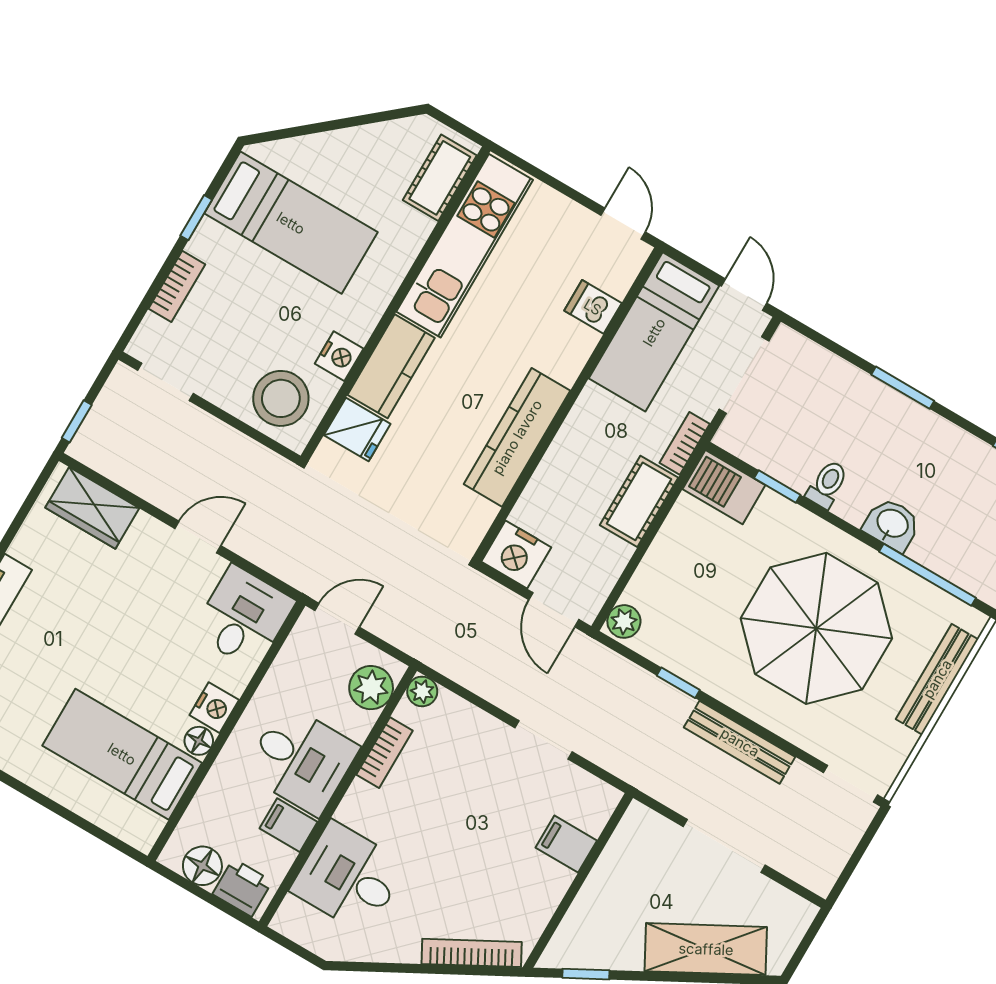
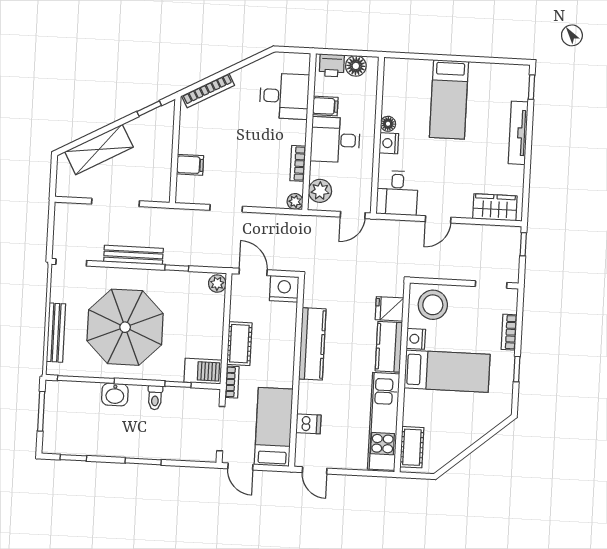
bed: (291, 223) -> (447, 371), moved, turned 180
bed: (122, 754) -> (449, 99), moved, turned 90

